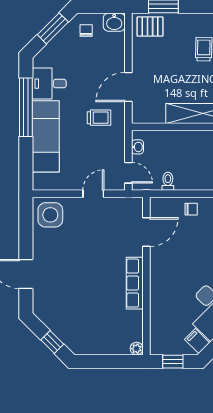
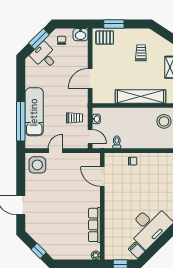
desk: (49, 84) -> (44, 56), moved, turned 45
window: (26, 107) -> (21, 121), moved
trolley: (99, 118) -> (74, 118), moved
door: (93, 194) -> (55, 151), moved
door: (146, 232) -> (102, 177), swing flipped
row of seats: (135, 283) -> (94, 225), moved

